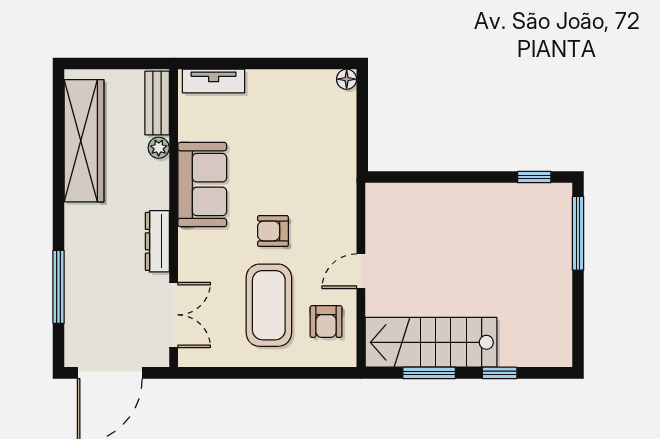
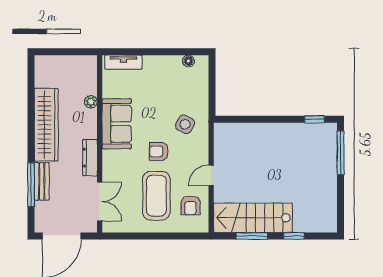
floor lamp: (347, 79) -> (188, 61), moved
bench: (157, 103) -> (42, 181), moved
wardrobe: (84, 141) -> (46, 125), moved
side table: (317, 186) -> (185, 124), added

